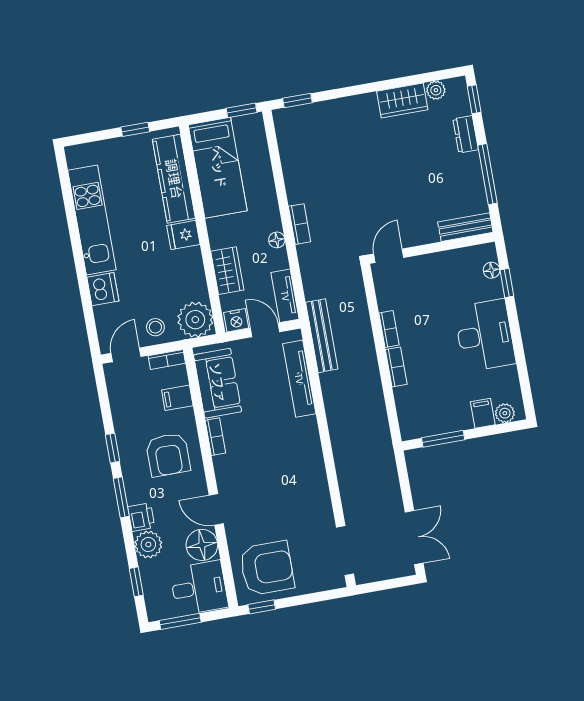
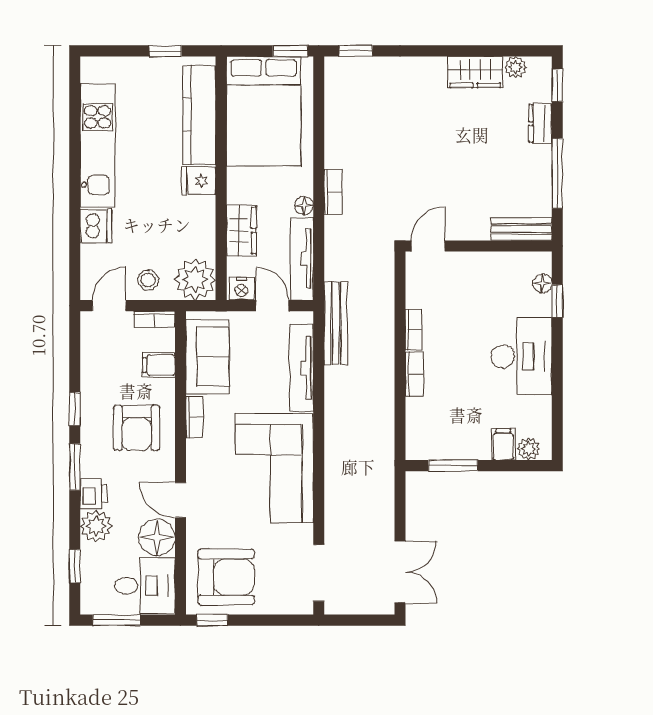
bed: (218, 168) -> (264, 111), width x1.50
tv unit: (285, 296) -> (302, 259), width x1.41
corner sofa: (291, 468) -> (274, 468), added

